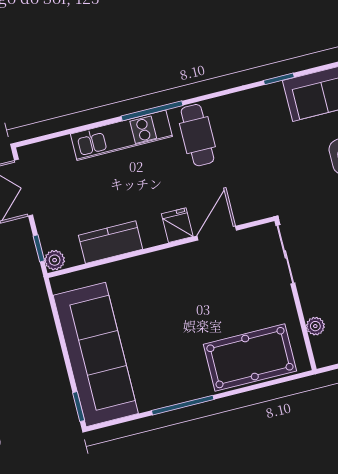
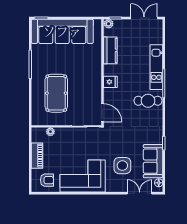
door: (217, 233) -> (102, 113), moved
pool table: (250, 358) -> (56, 93), moved

